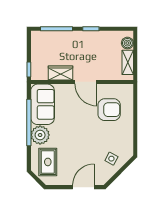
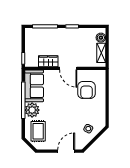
armchair: (109, 110) -> (87, 90), turned 90

